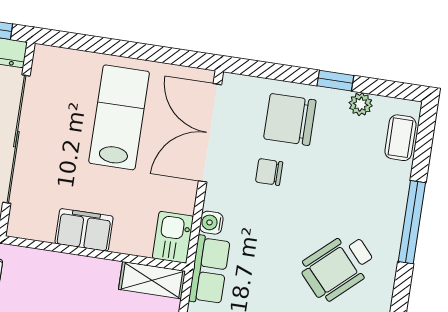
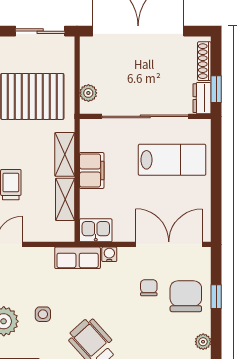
window: (335, 81) -> (216, 297), moved
lab bench: (119, 117) -> (172, 160), moved
shelving: (54, 266) -> (65, 154), added
shelving: (152, 280) -> (65, 199), moved

